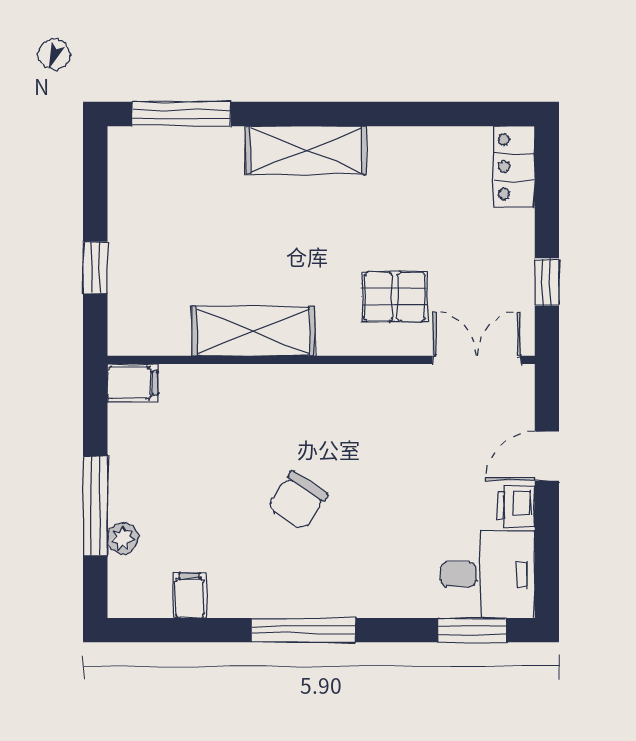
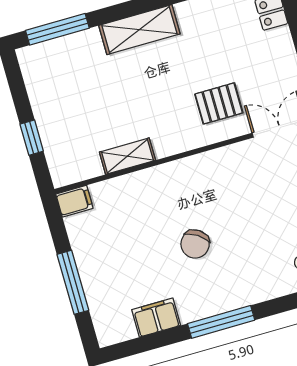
shelving: (253, 331) -> (127, 156), width x0.67, depth x0.75
plant: (123, 538) -> (95, 297), removed
filing cabinet: (190, 595) -> (156, 318), width x2.00

